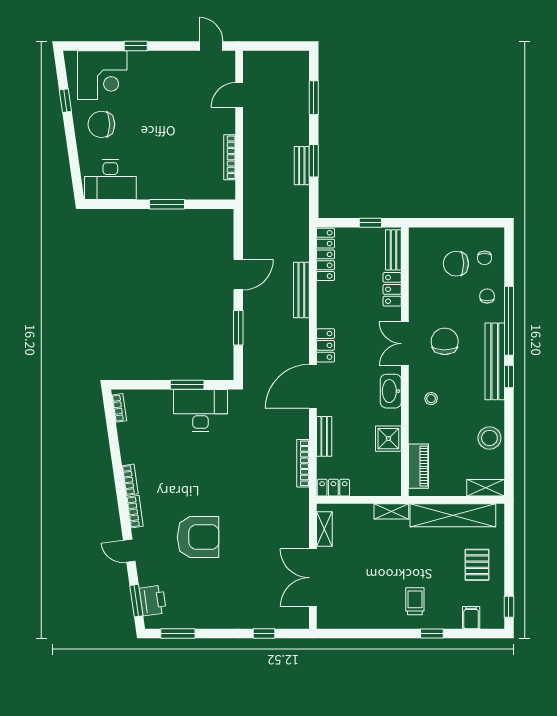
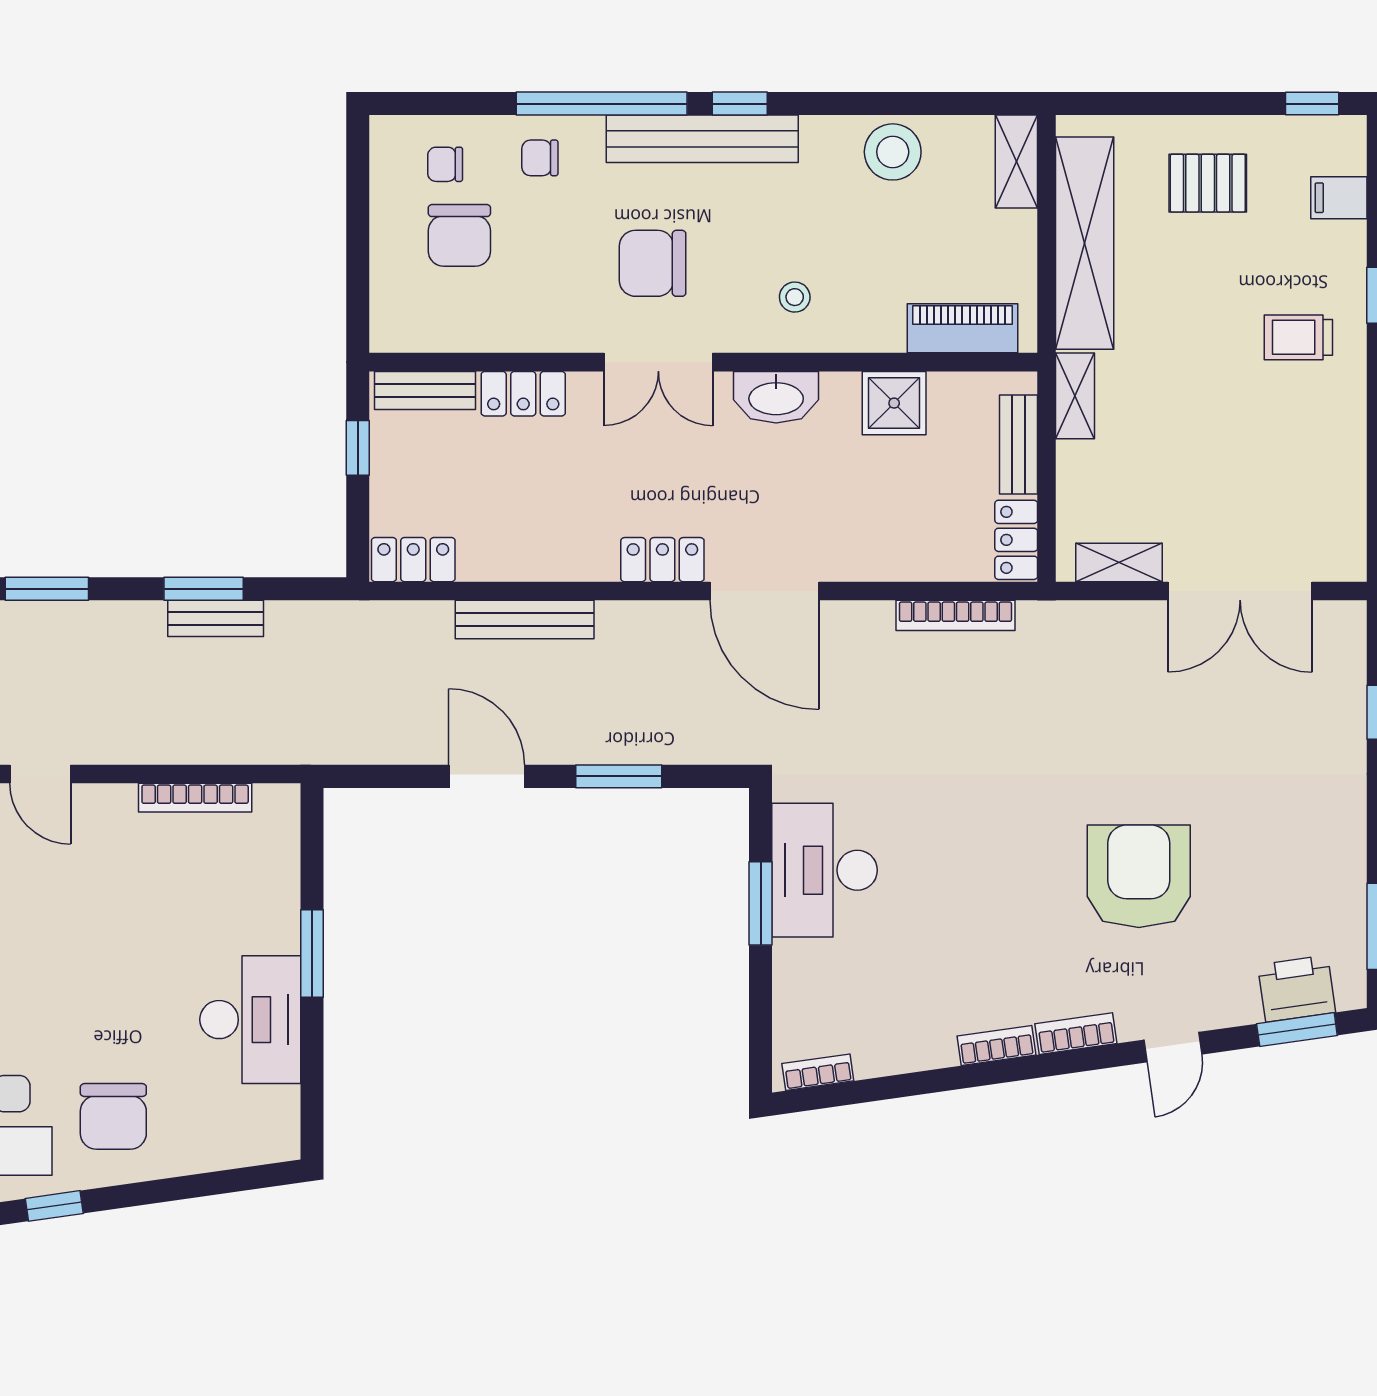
desk: (110, 179) -> (250, 1020), moved
locker: (325, 254) -> (413, 560), width x0.66
chair: (485, 258) -> (445, 164), turned 180
bench: (324, 436) -> (1018, 445), moved, turned 90

